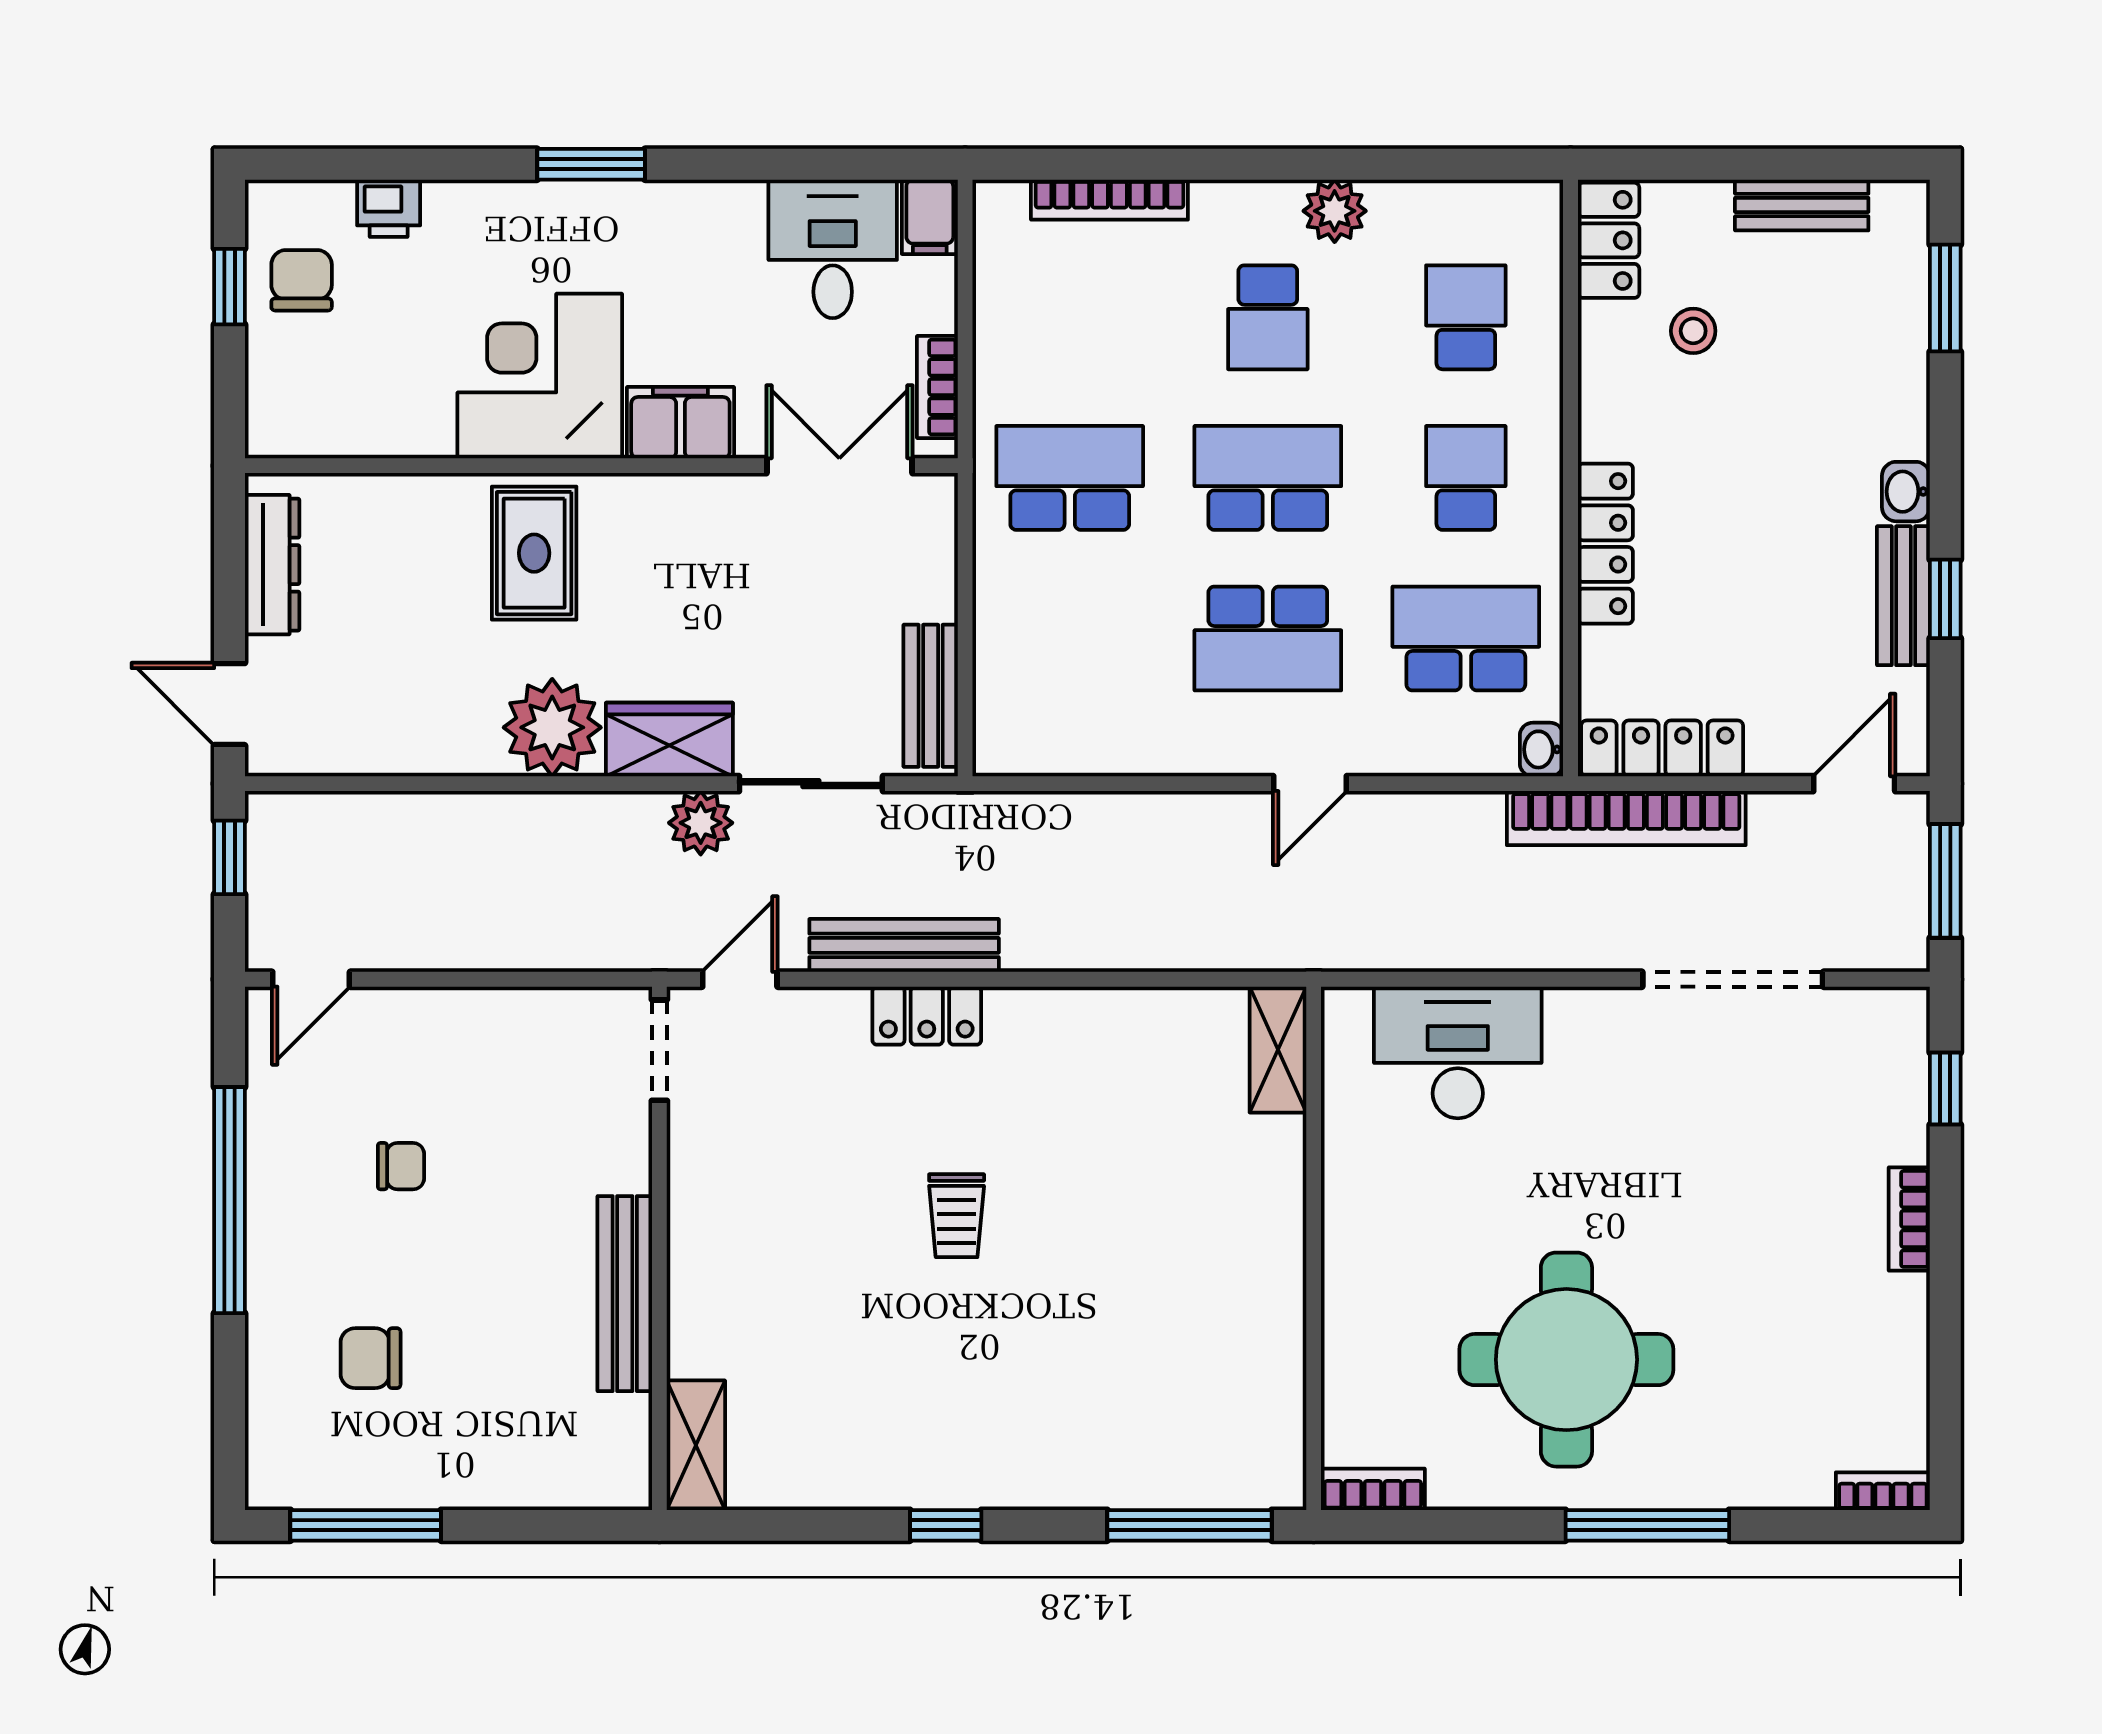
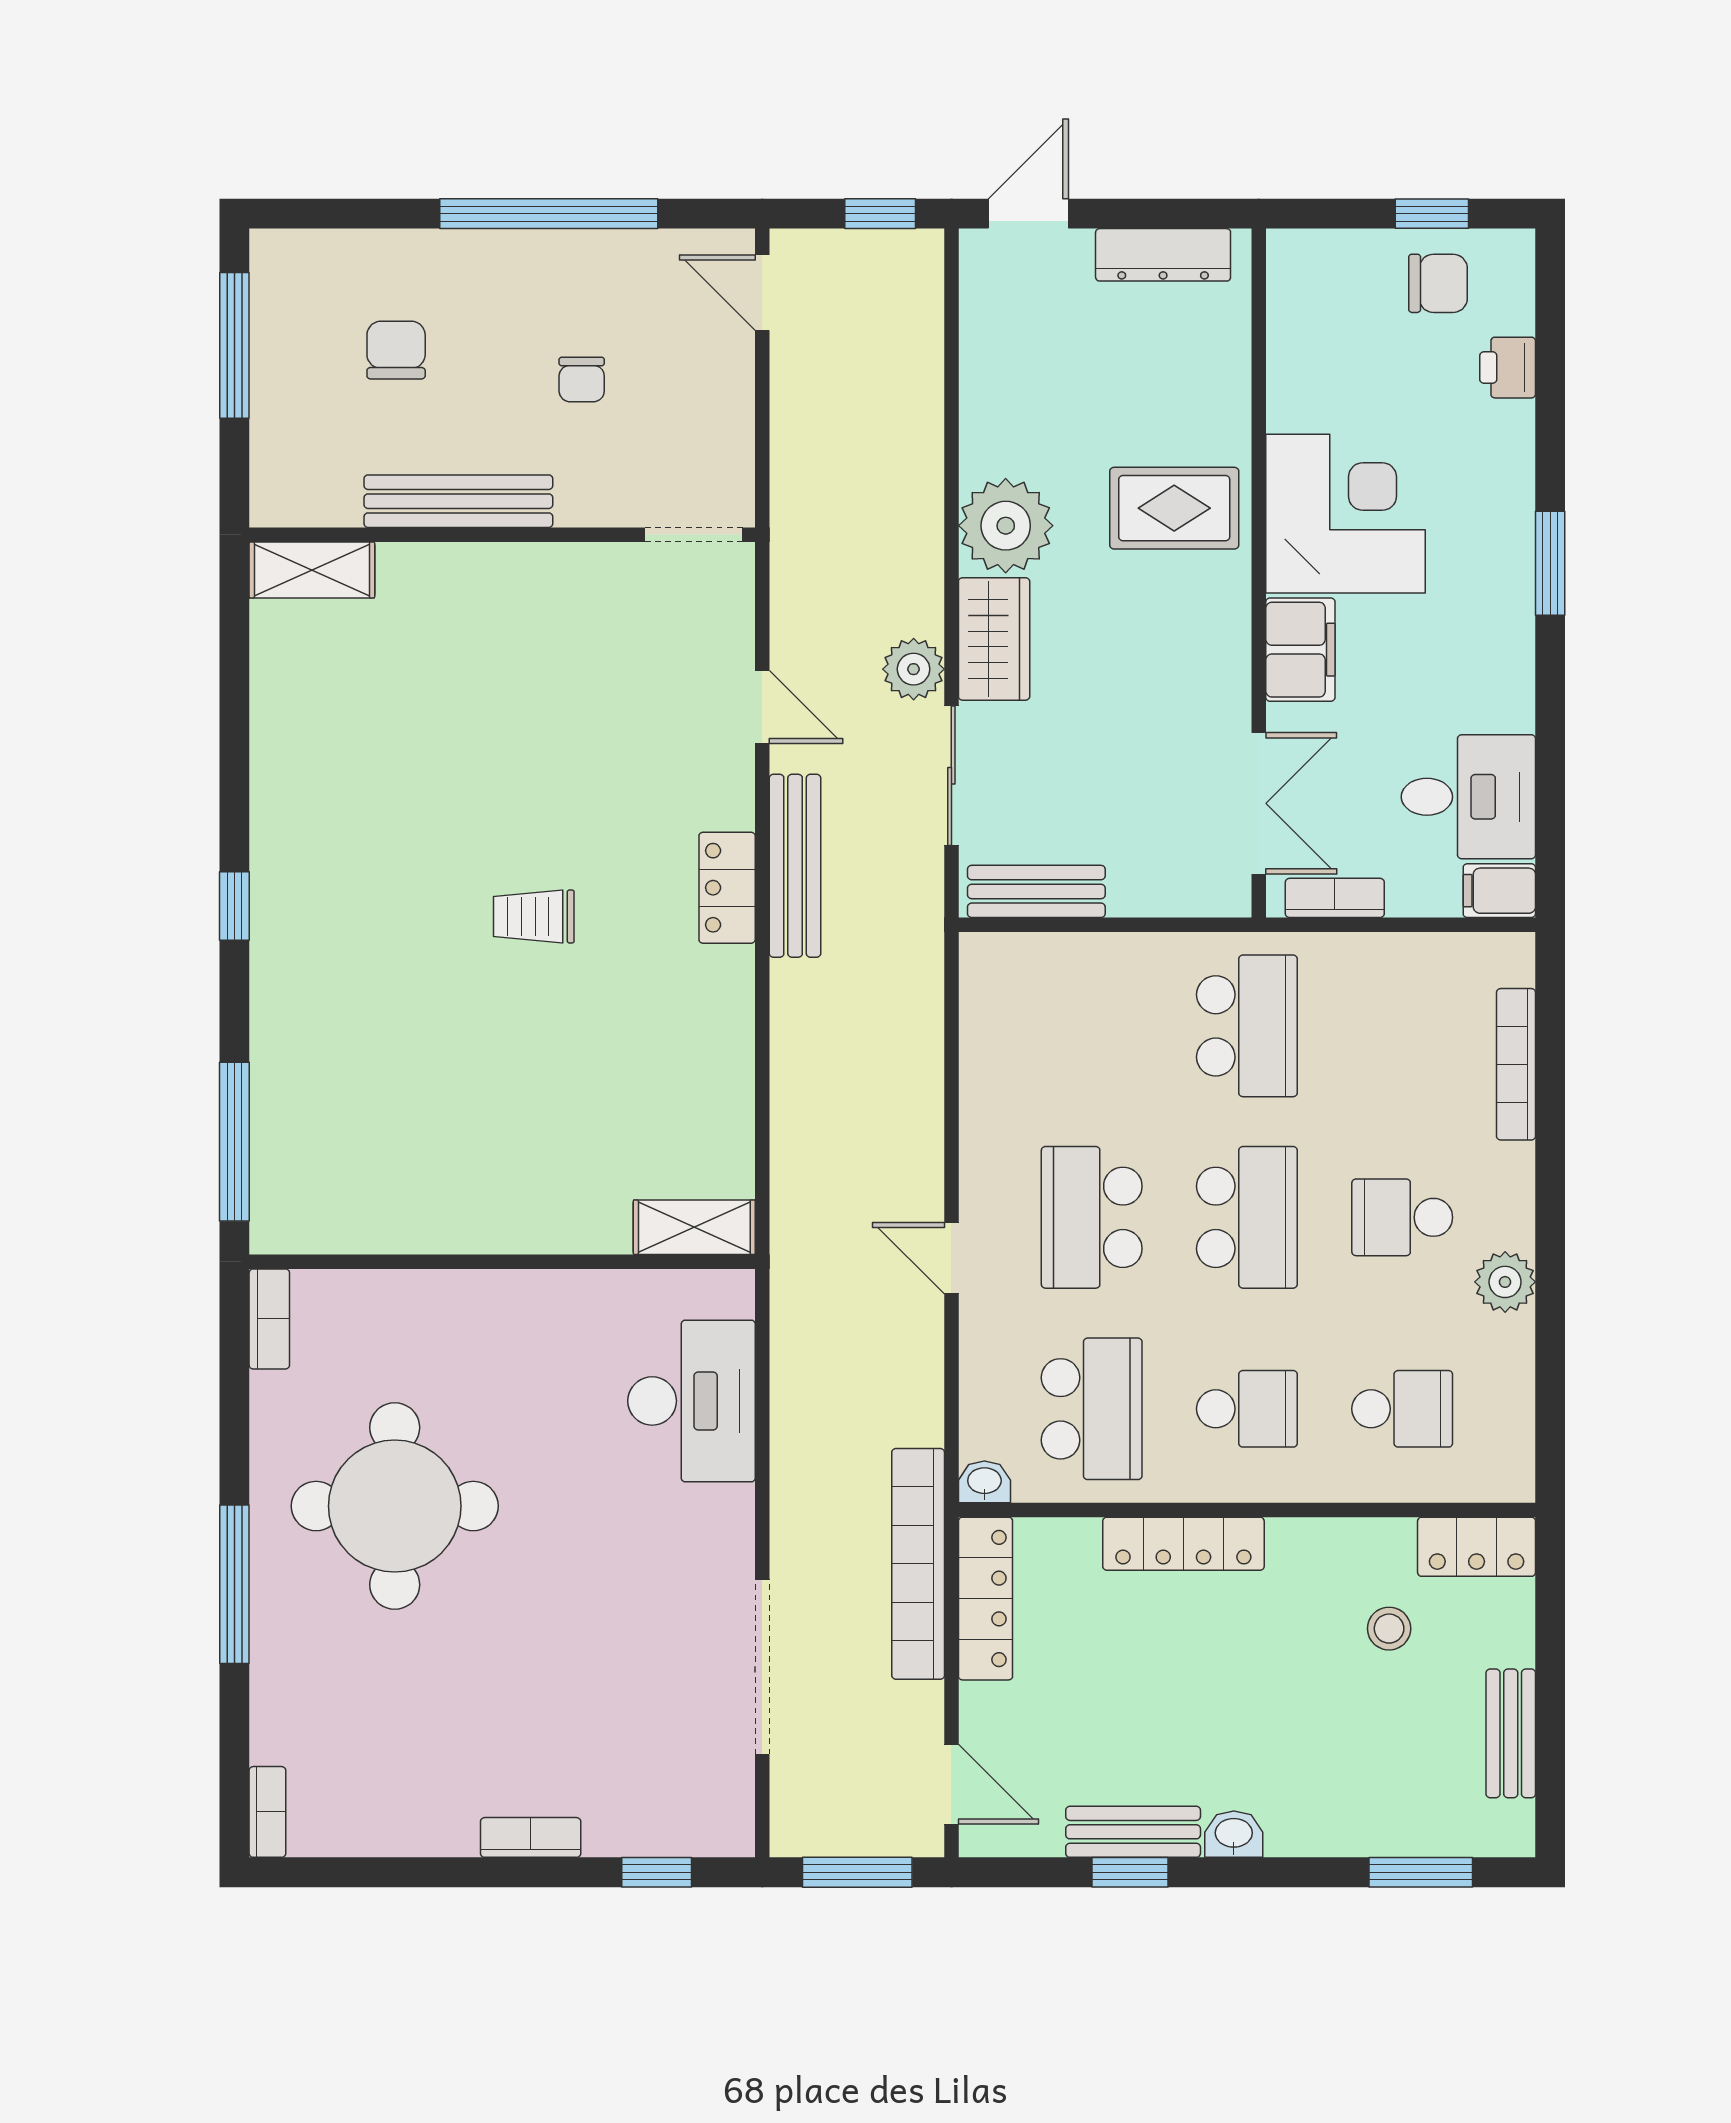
doorway: (659, 1050) -> (694, 535), moved
wall: (659, 1248) -> (502, 535), moved
bench: (625, 1294) -> (458, 501), moved
shelving: (696, 1445) -> (312, 570), moved

